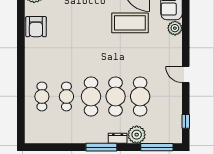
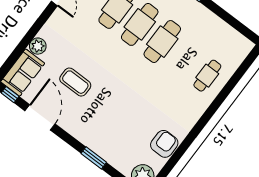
coffee table: (130, 23) -> (75, 82), width x0.73, depth x0.76
cafe table: (66, 96) -> (185, 59), removed

